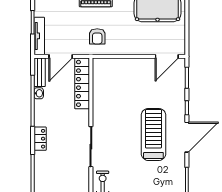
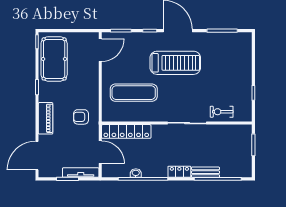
armchair: (97, 36) -> (81, 117), turned 180
door: (167, 56) -> (100, 50), hinge flipped
bench: (40, 72) -> (206, 172), moved
exercise mat: (123, 91) -> (134, 93), added
treadmill: (153, 134) -> (175, 63), turned 180

